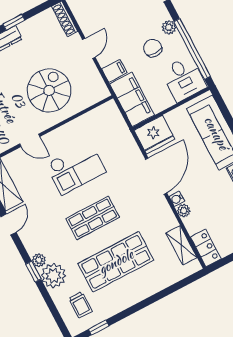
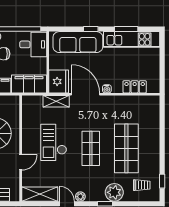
checkout: (76, 168) -> (54, 142), turned 180
plant: (184, 211) -> (117, 88), removed
shelving: (181, 245) -> (56, 101), moved
locker: (206, 248) -> (135, 87), moved
plant: (39, 260) -> (80, 197), moved

